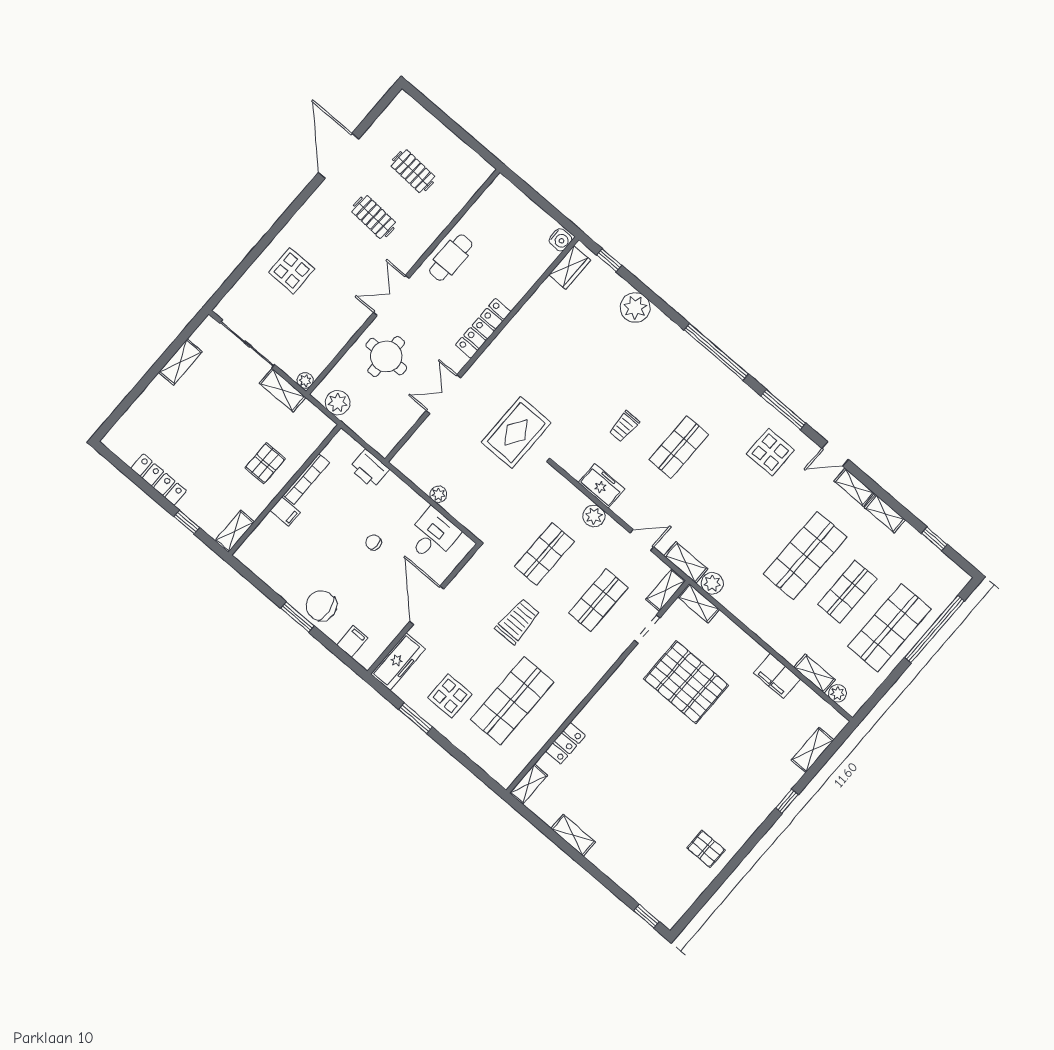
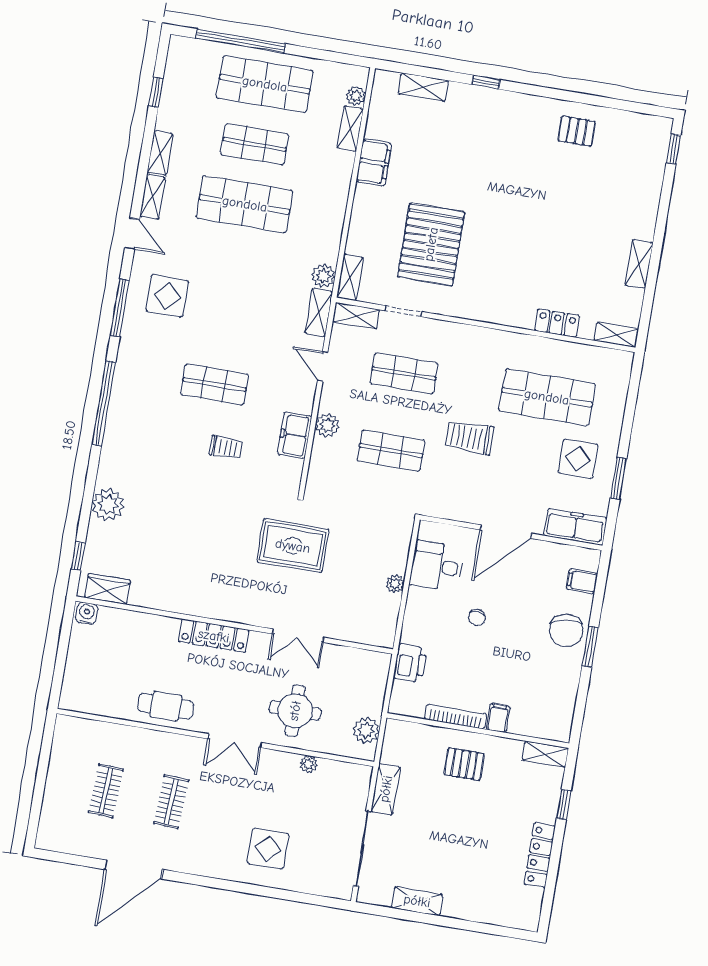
plant: (305, 381) -> (309, 764), moved
pallet: (706, 849) -> (577, 131), turned 90

